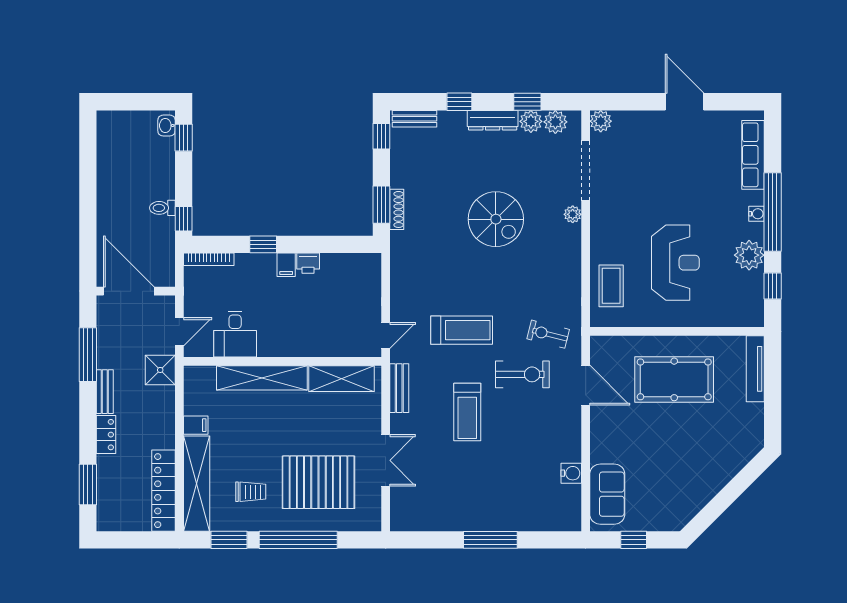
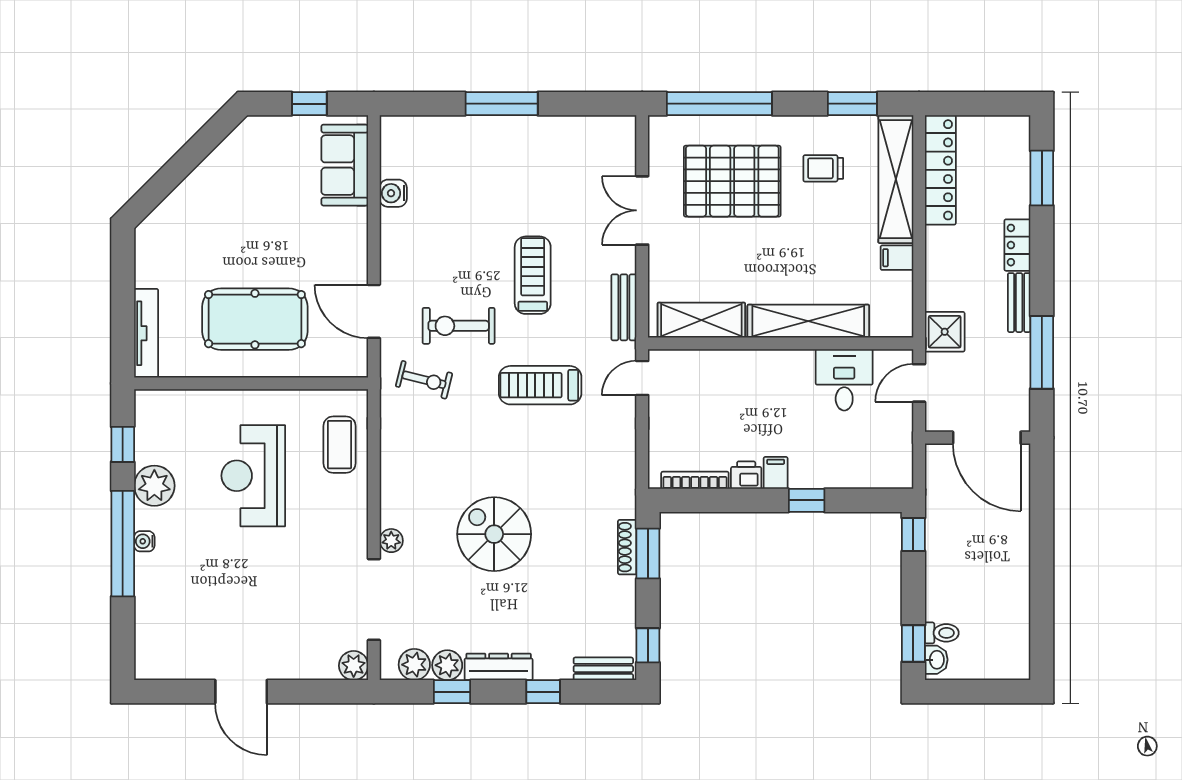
row of seats: (753, 155) -> (149, 620), removed
toilet: (162, 208) -> (942, 633), moved
bookcase: (209, 259) -> (695, 480), moved
window: (298, 540) -> (719, 104), moved

